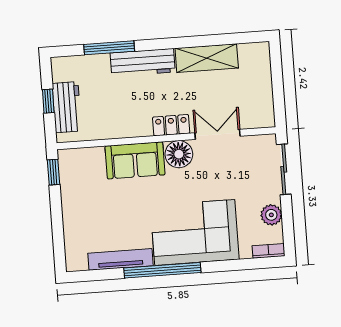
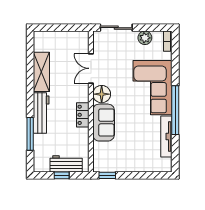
locker: (171, 125) -> (83, 115), moved

